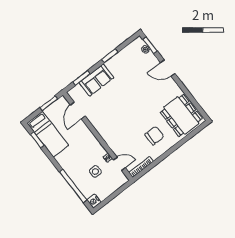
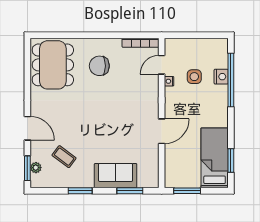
coffee table: (134, 68) -> (64, 157), added
door: (78, 110) -> (162, 131), moved
door: (119, 164) -> (162, 65), hinge flipped
nightstand: (94, 201) -> (221, 77), moved

